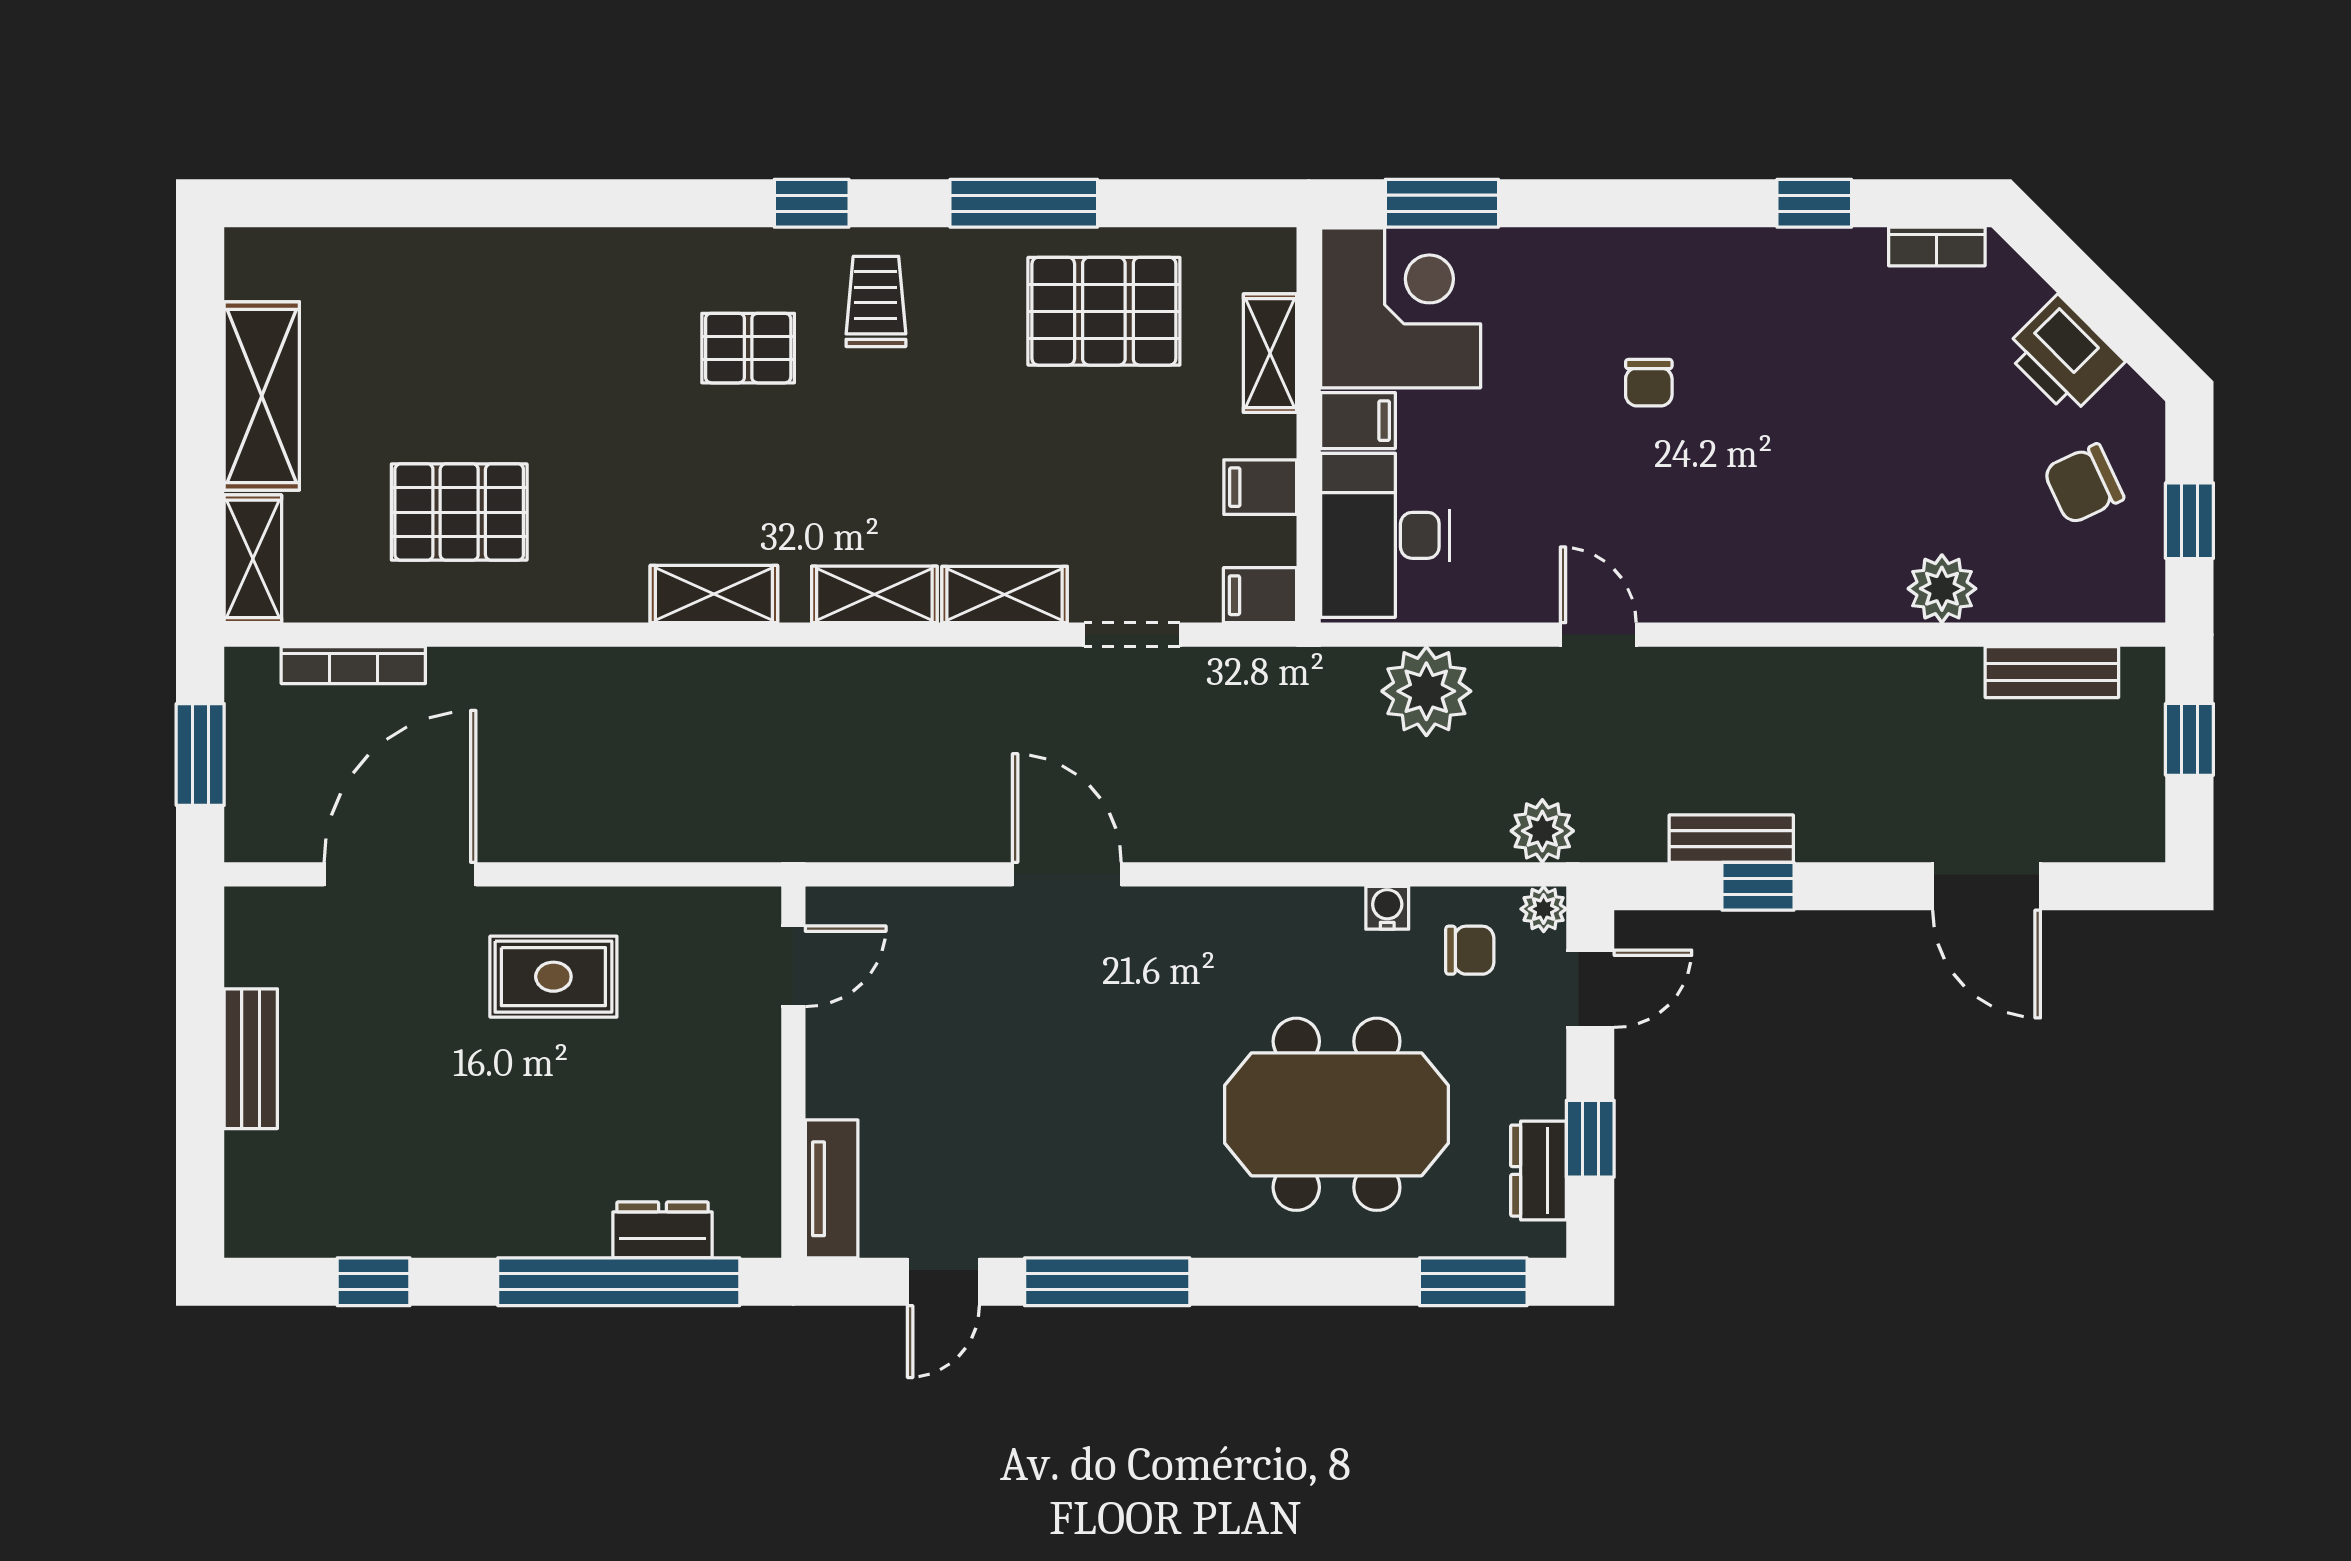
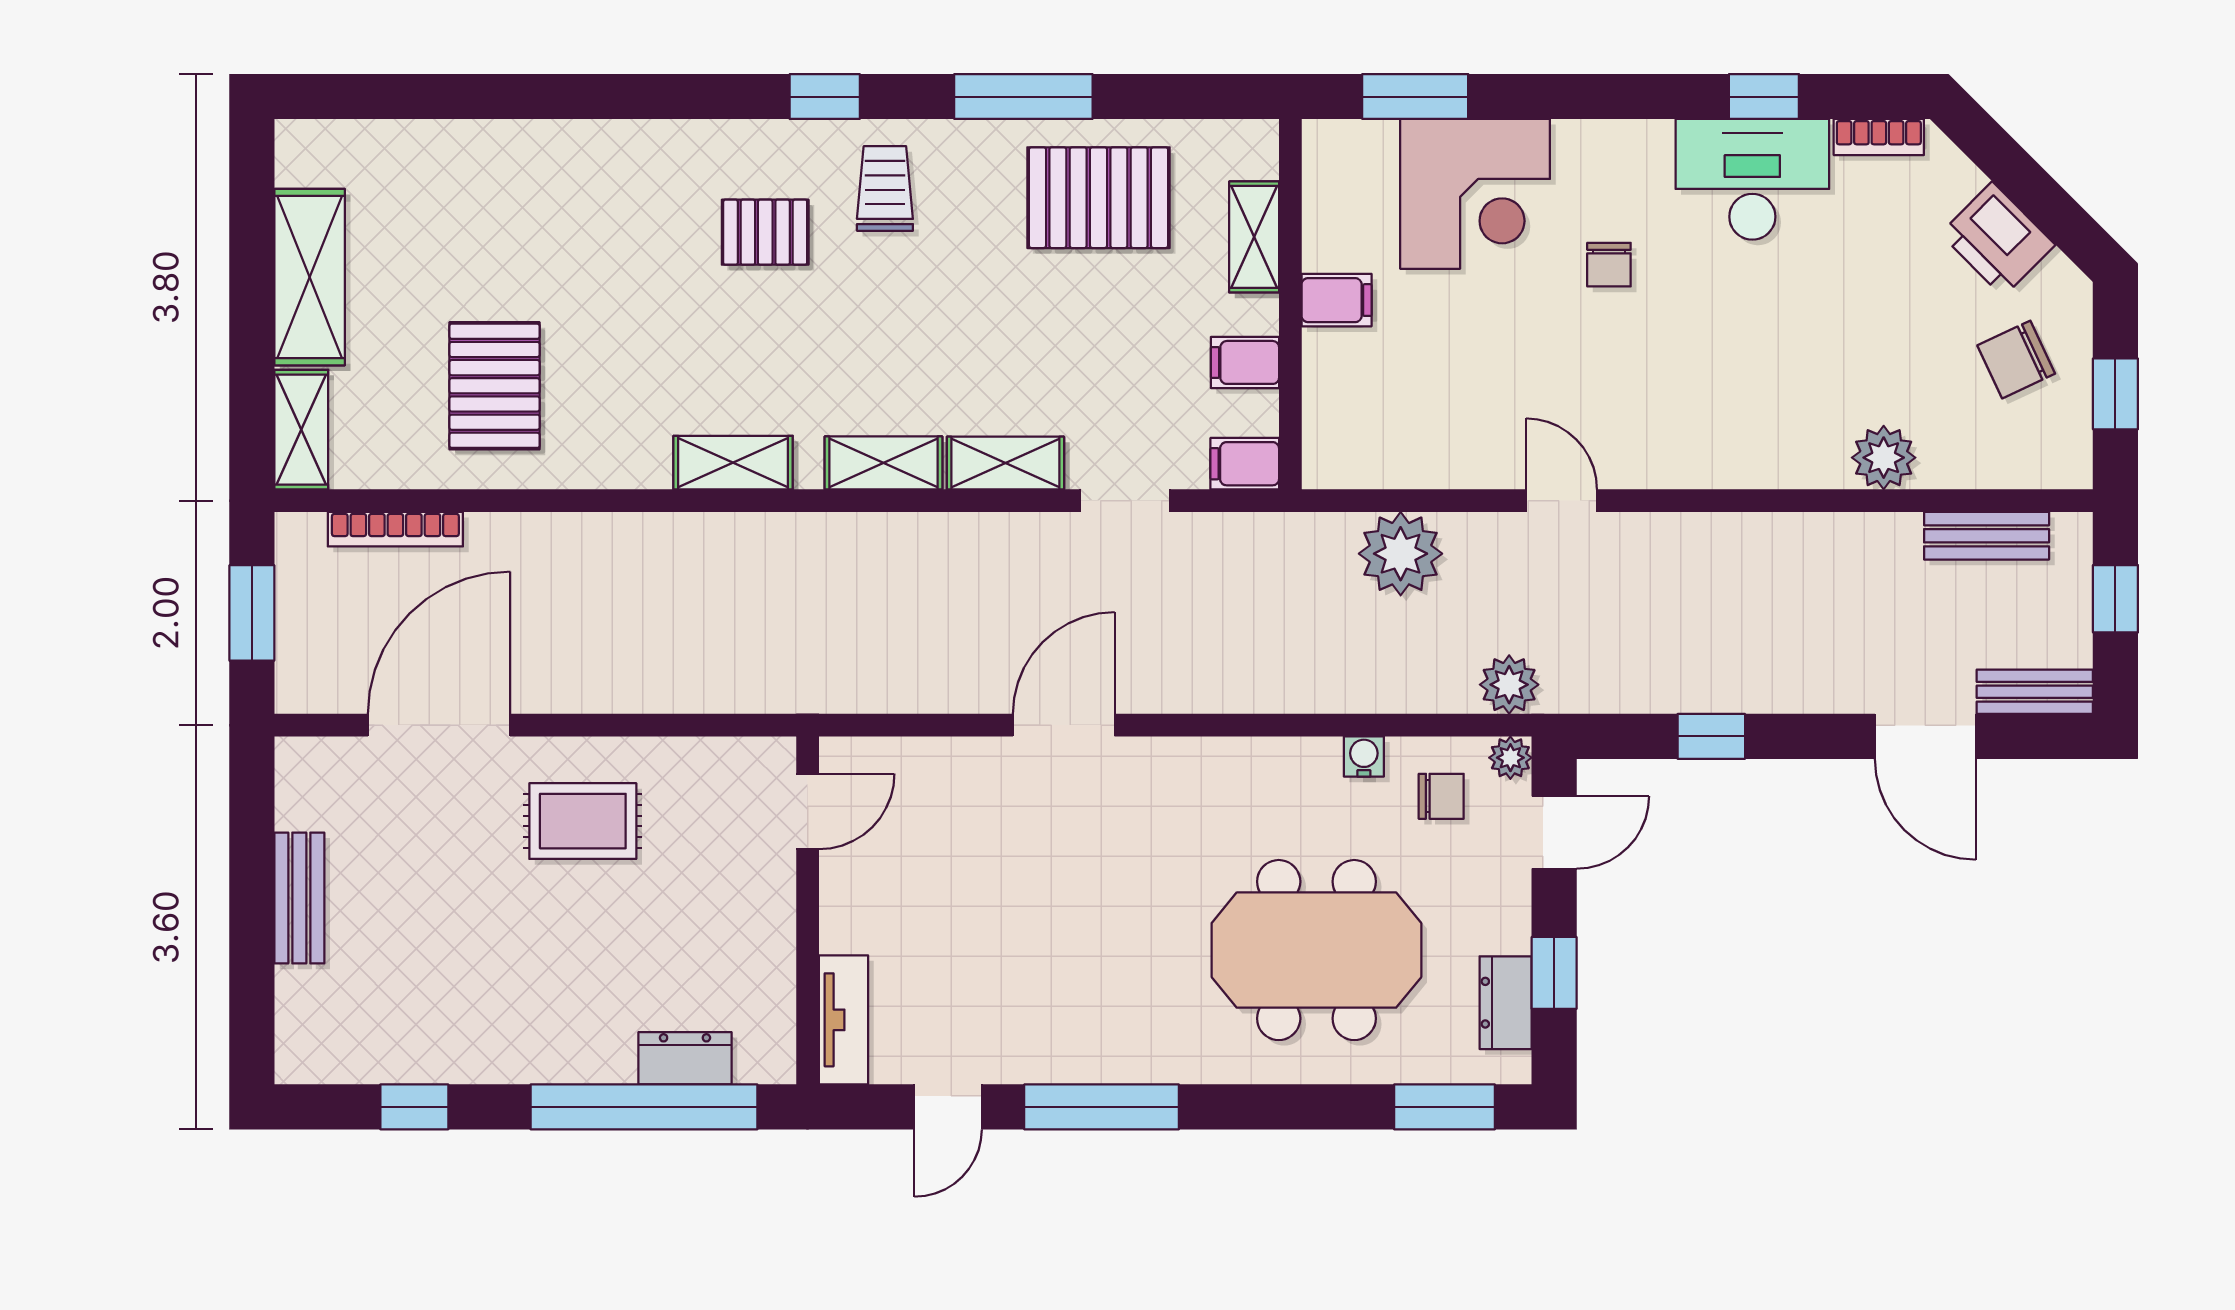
corner desk: (1401, 308) -> (1475, 194), moved, turned 90
pallet: (459, 512) -> (495, 386), turned 90
desk: (1385, 535) -> (1752, 179), moved, turned 90
bench: (1731, 839) -> (2035, 692), moved
door: (1067, 874) -> (1064, 725), hinge flipped

